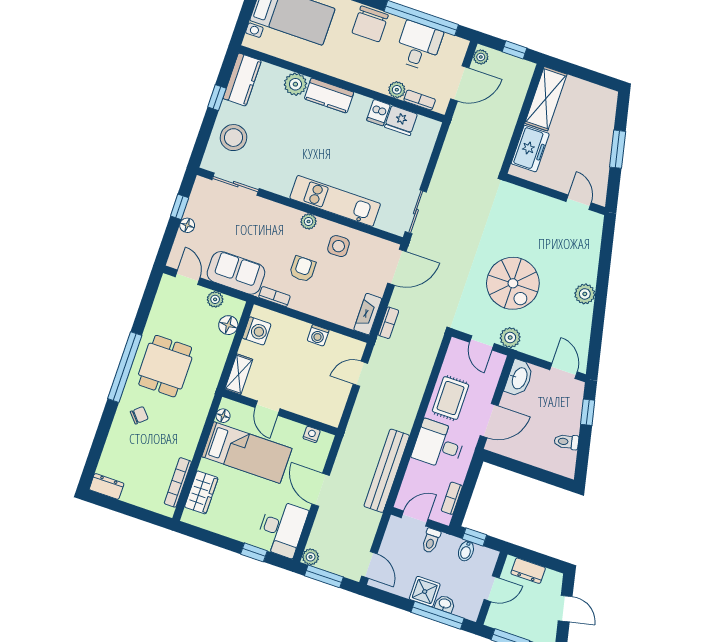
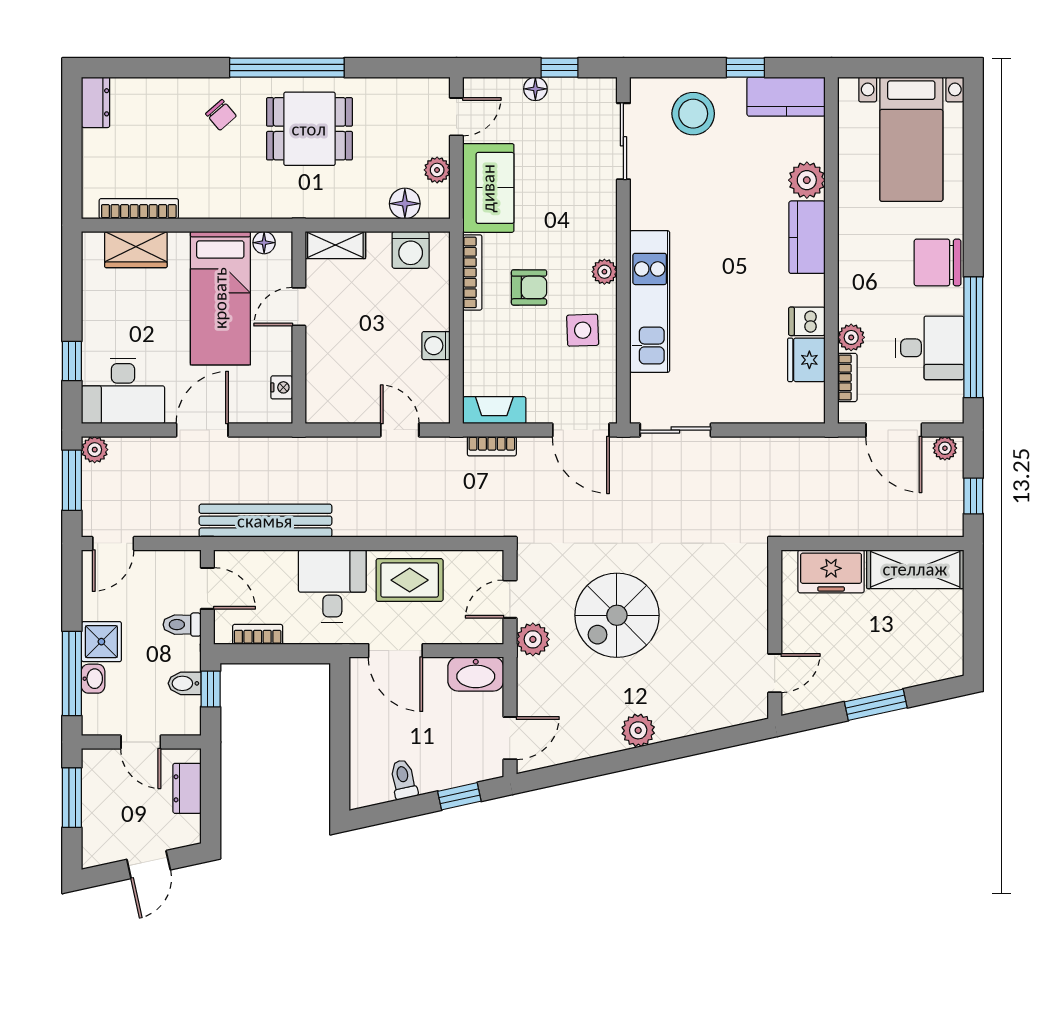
bookcase: (274, 297) -> (472, 272), width x1.56

